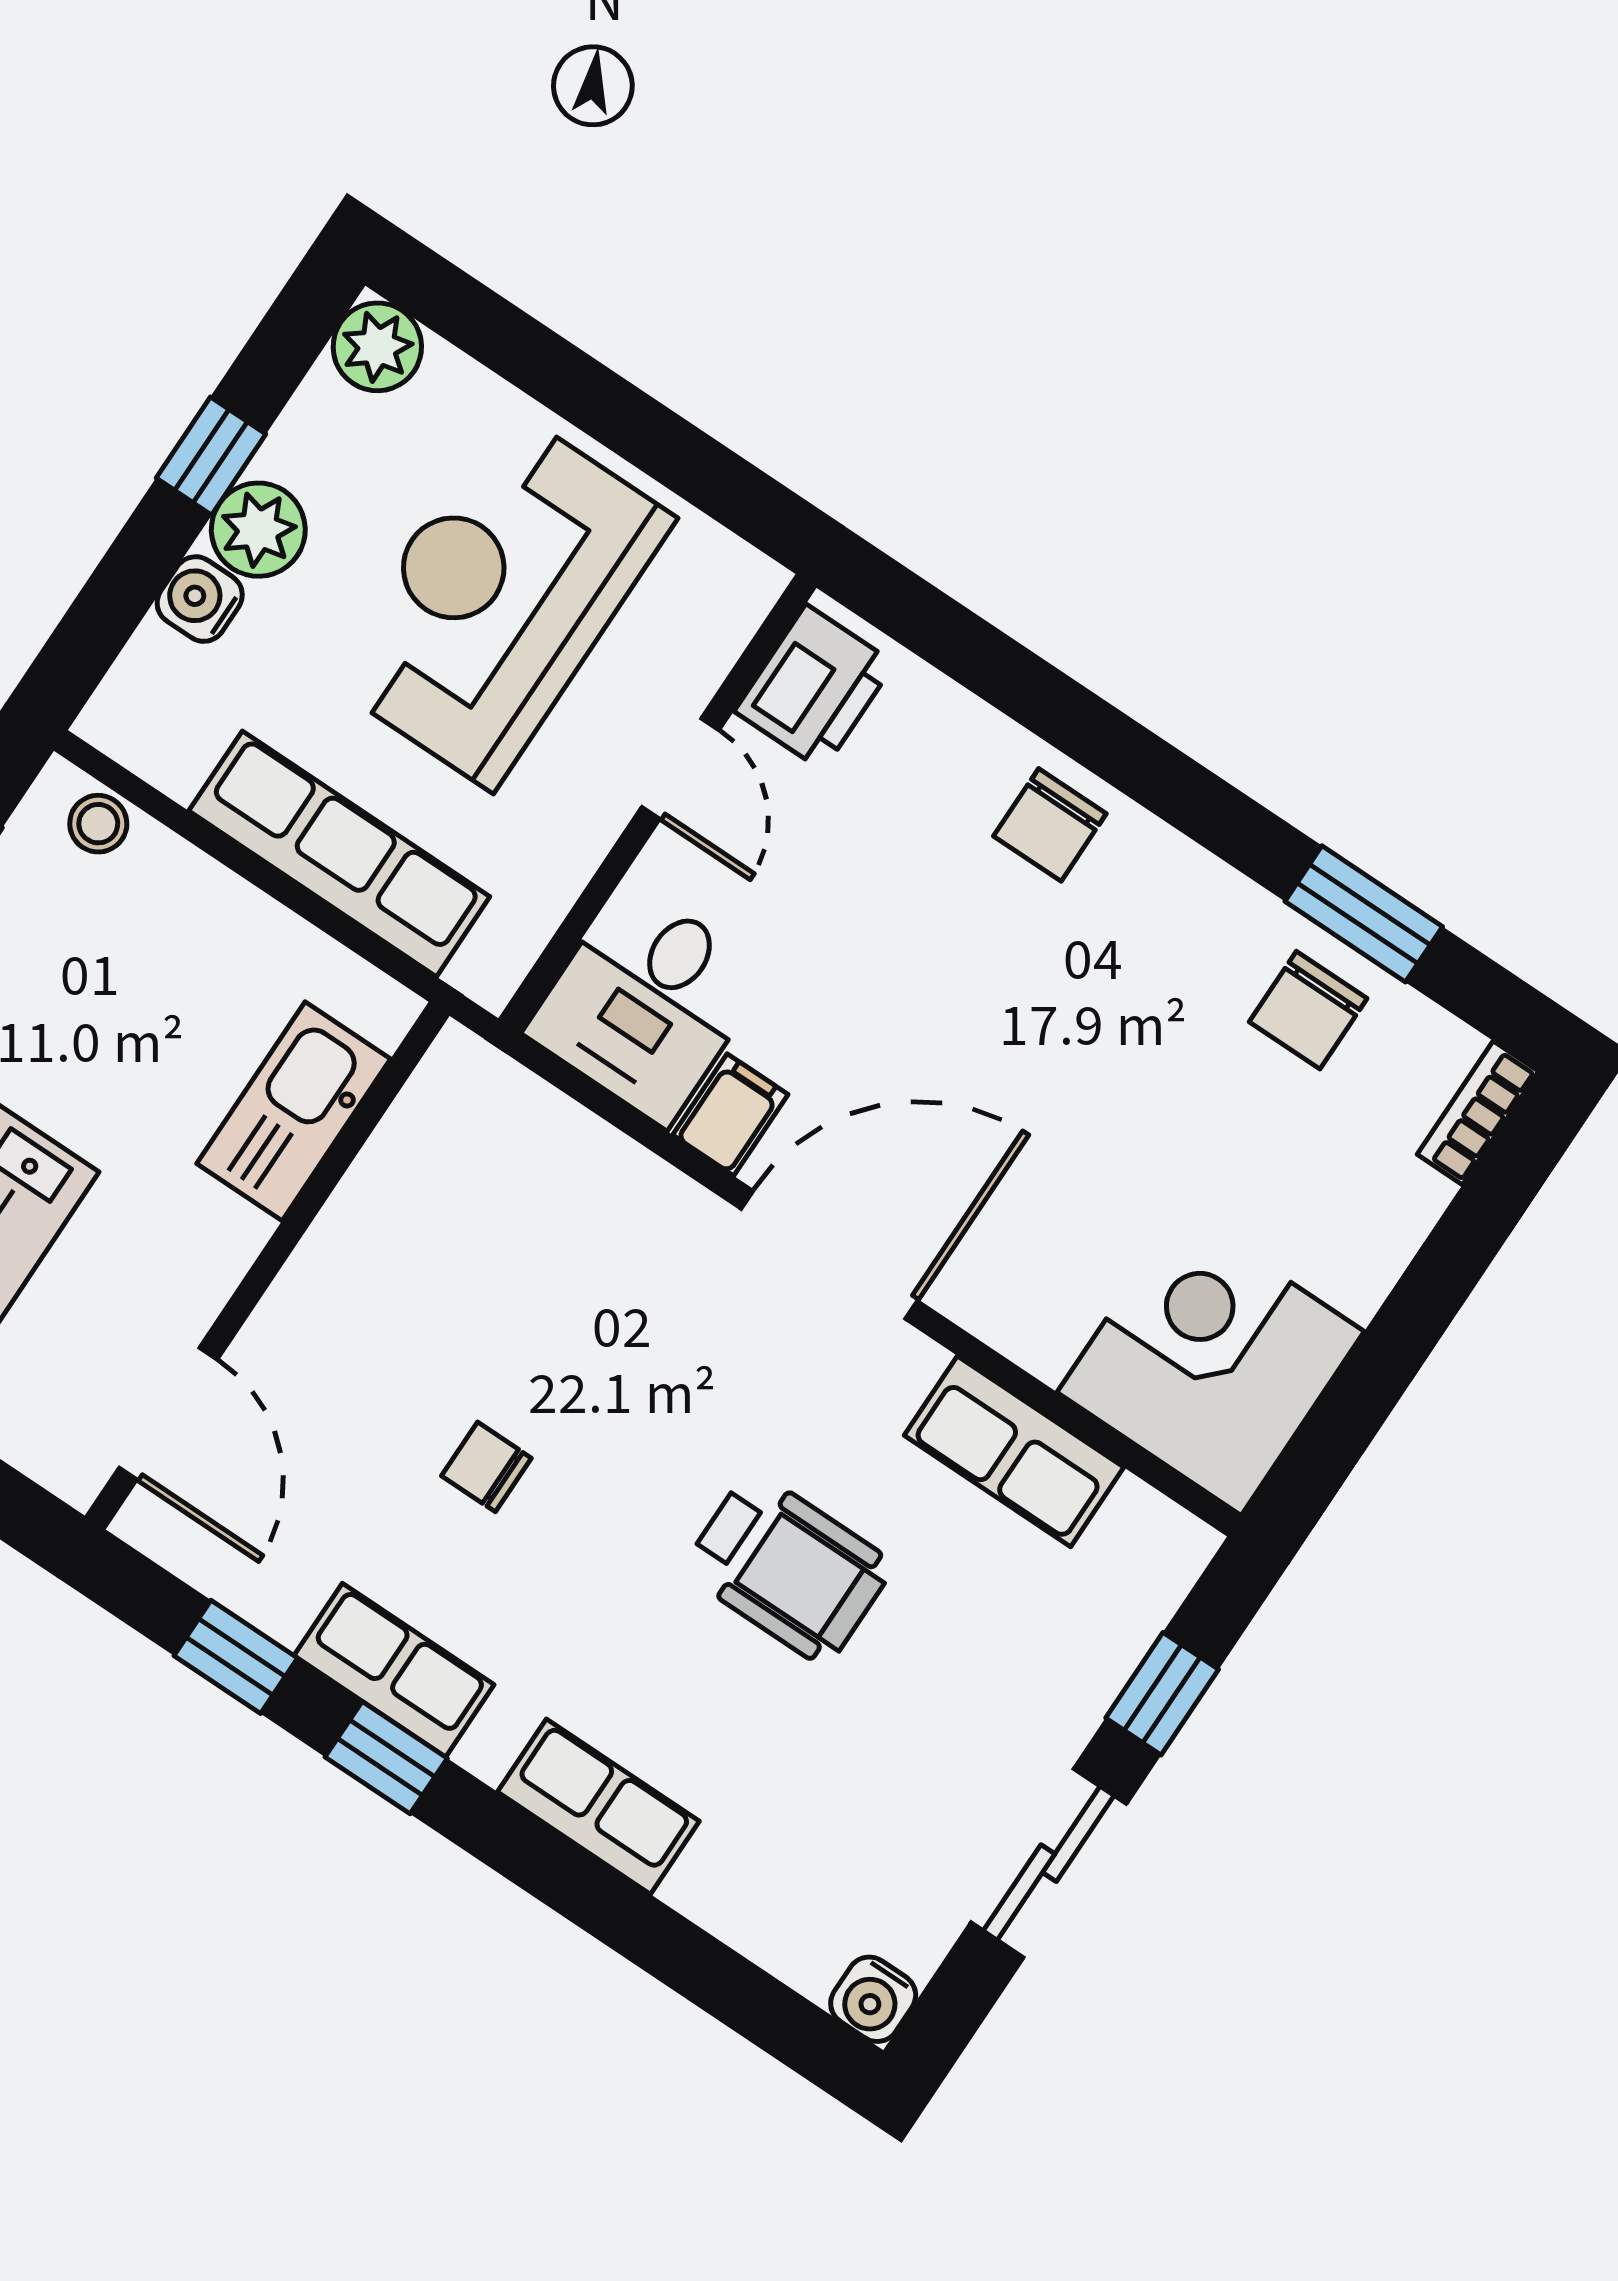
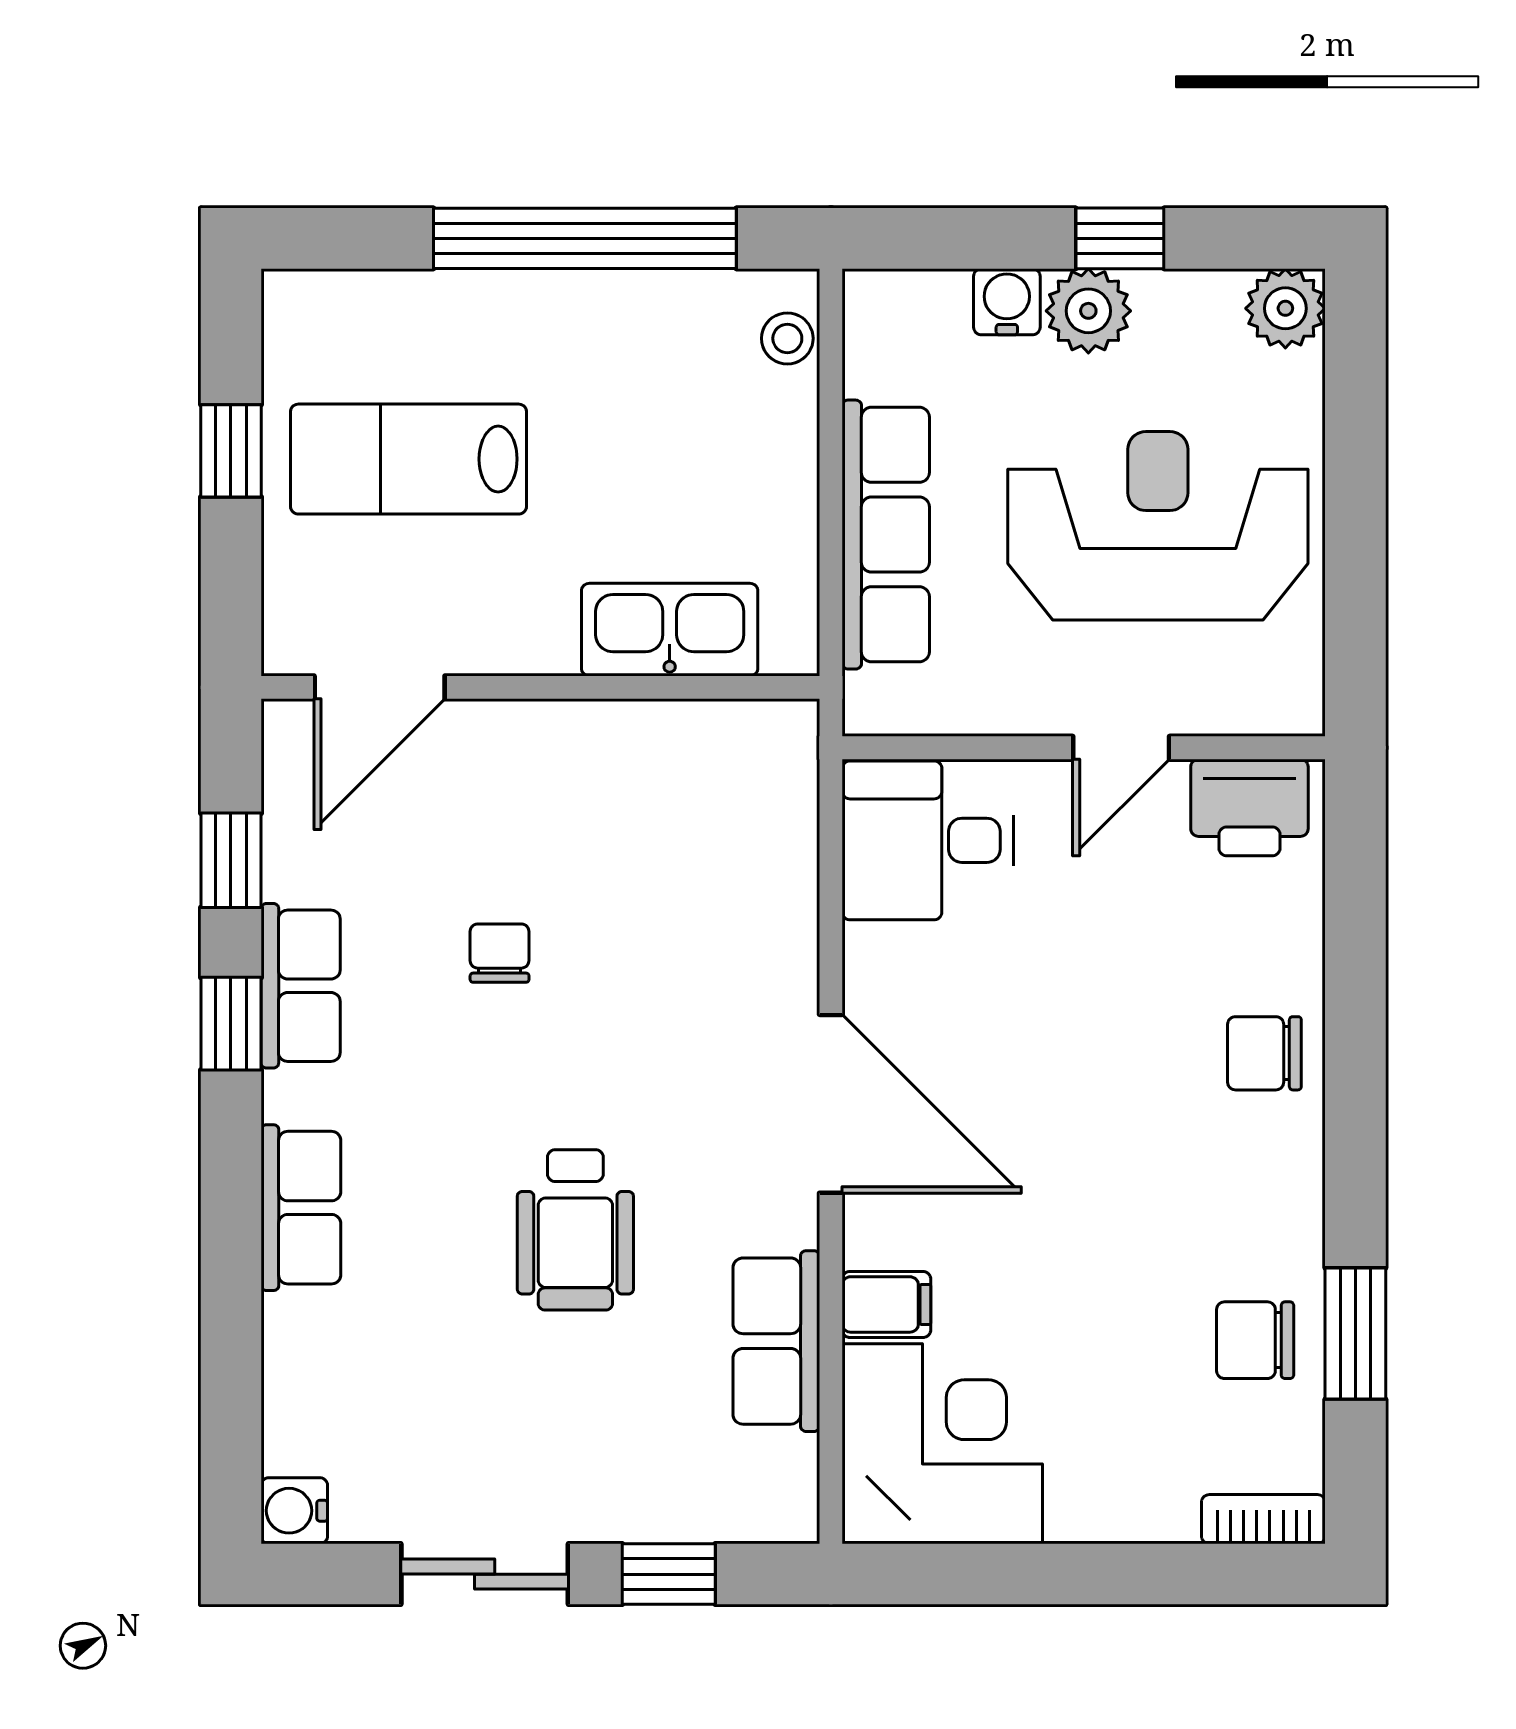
filing cabinet: (730, 1115) -> (886, 1304), moved

